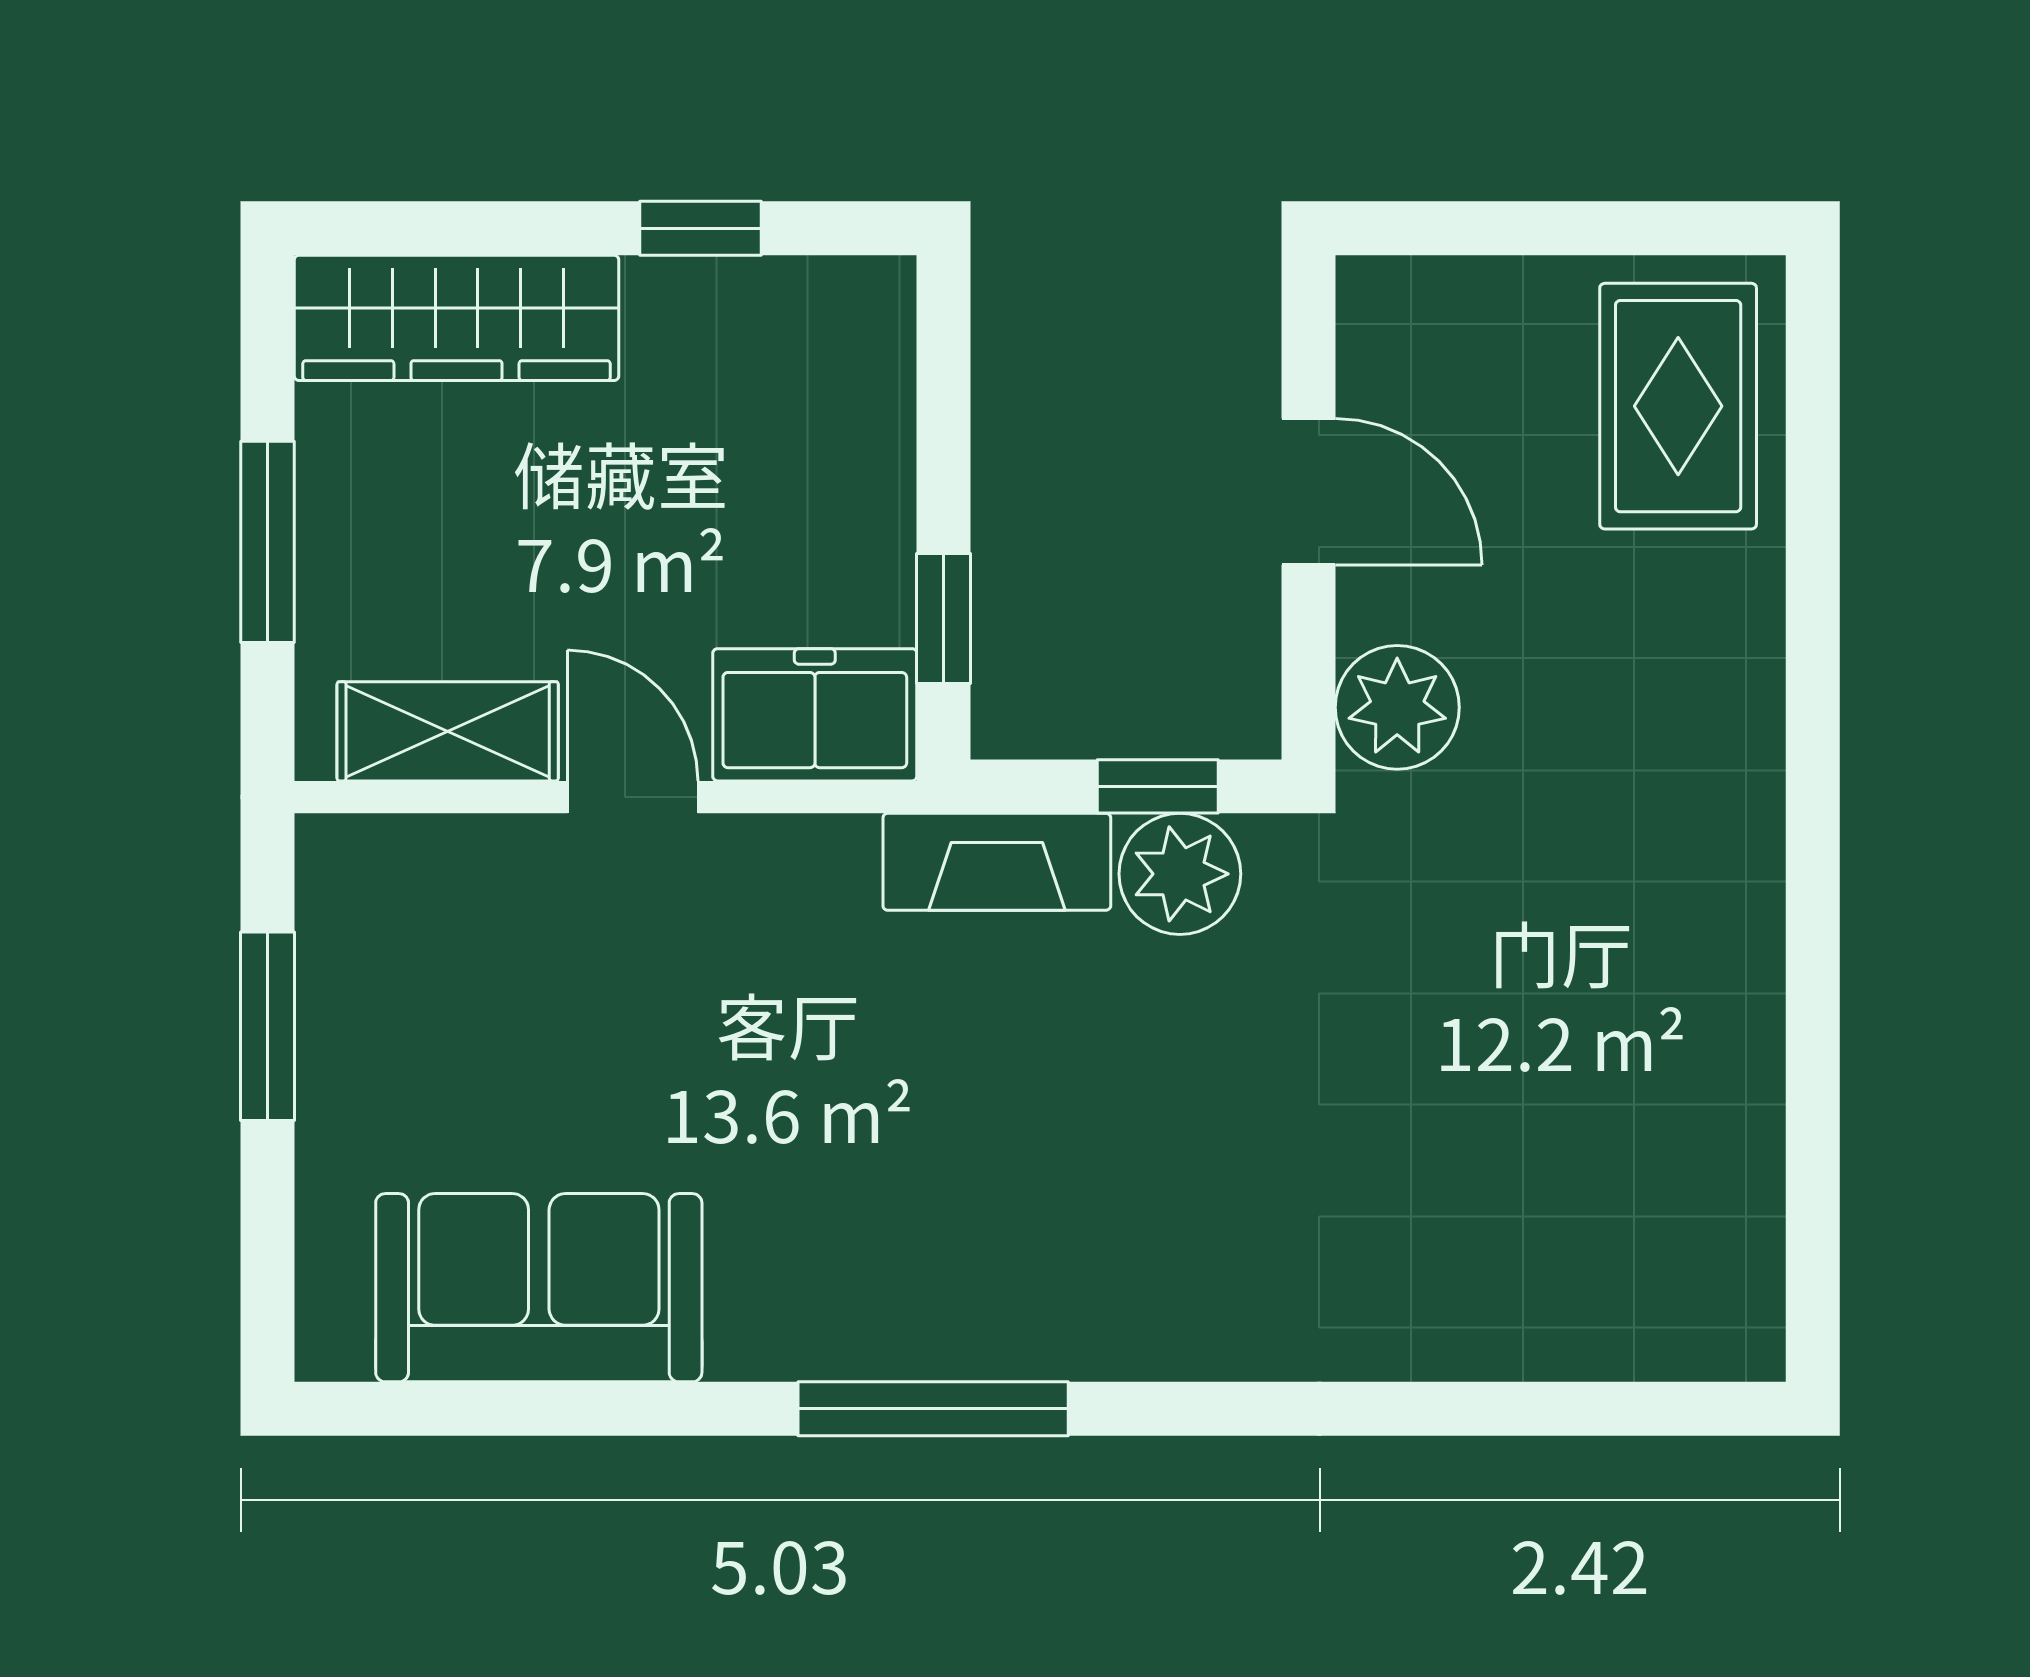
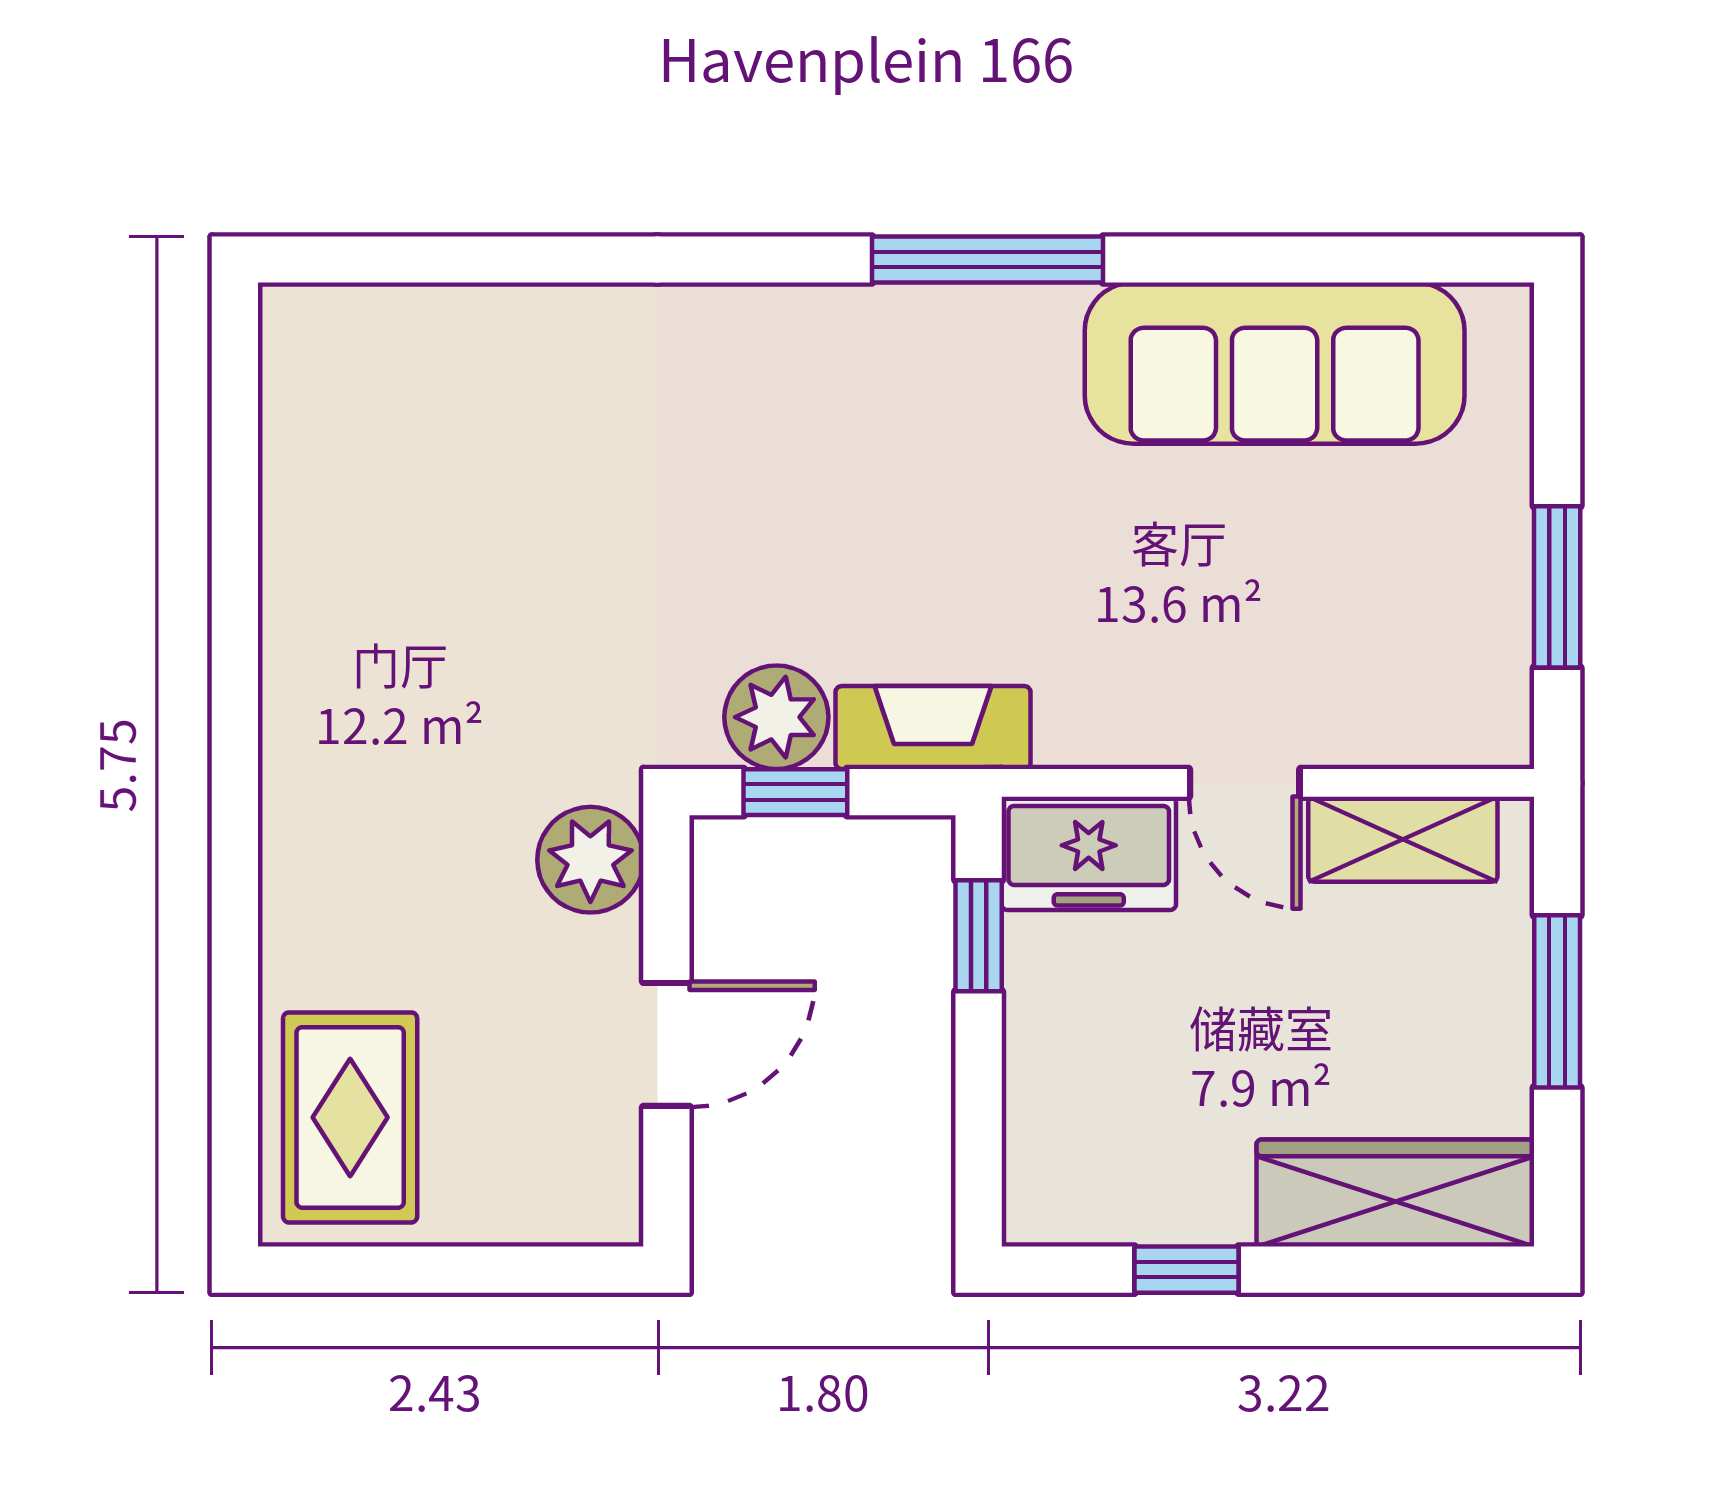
door: (1308, 492) -> (666, 1044), swing flipped
sofa: (539, 1288) -> (1275, 363), width x1.36

